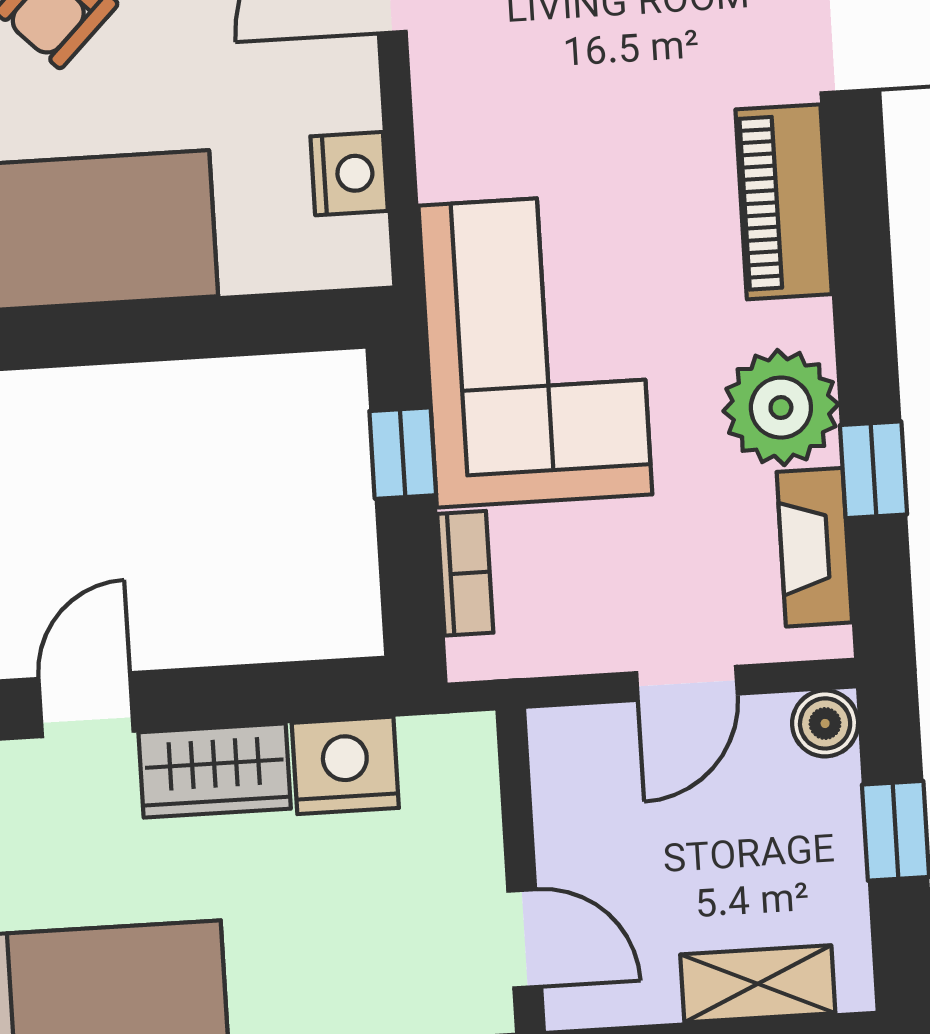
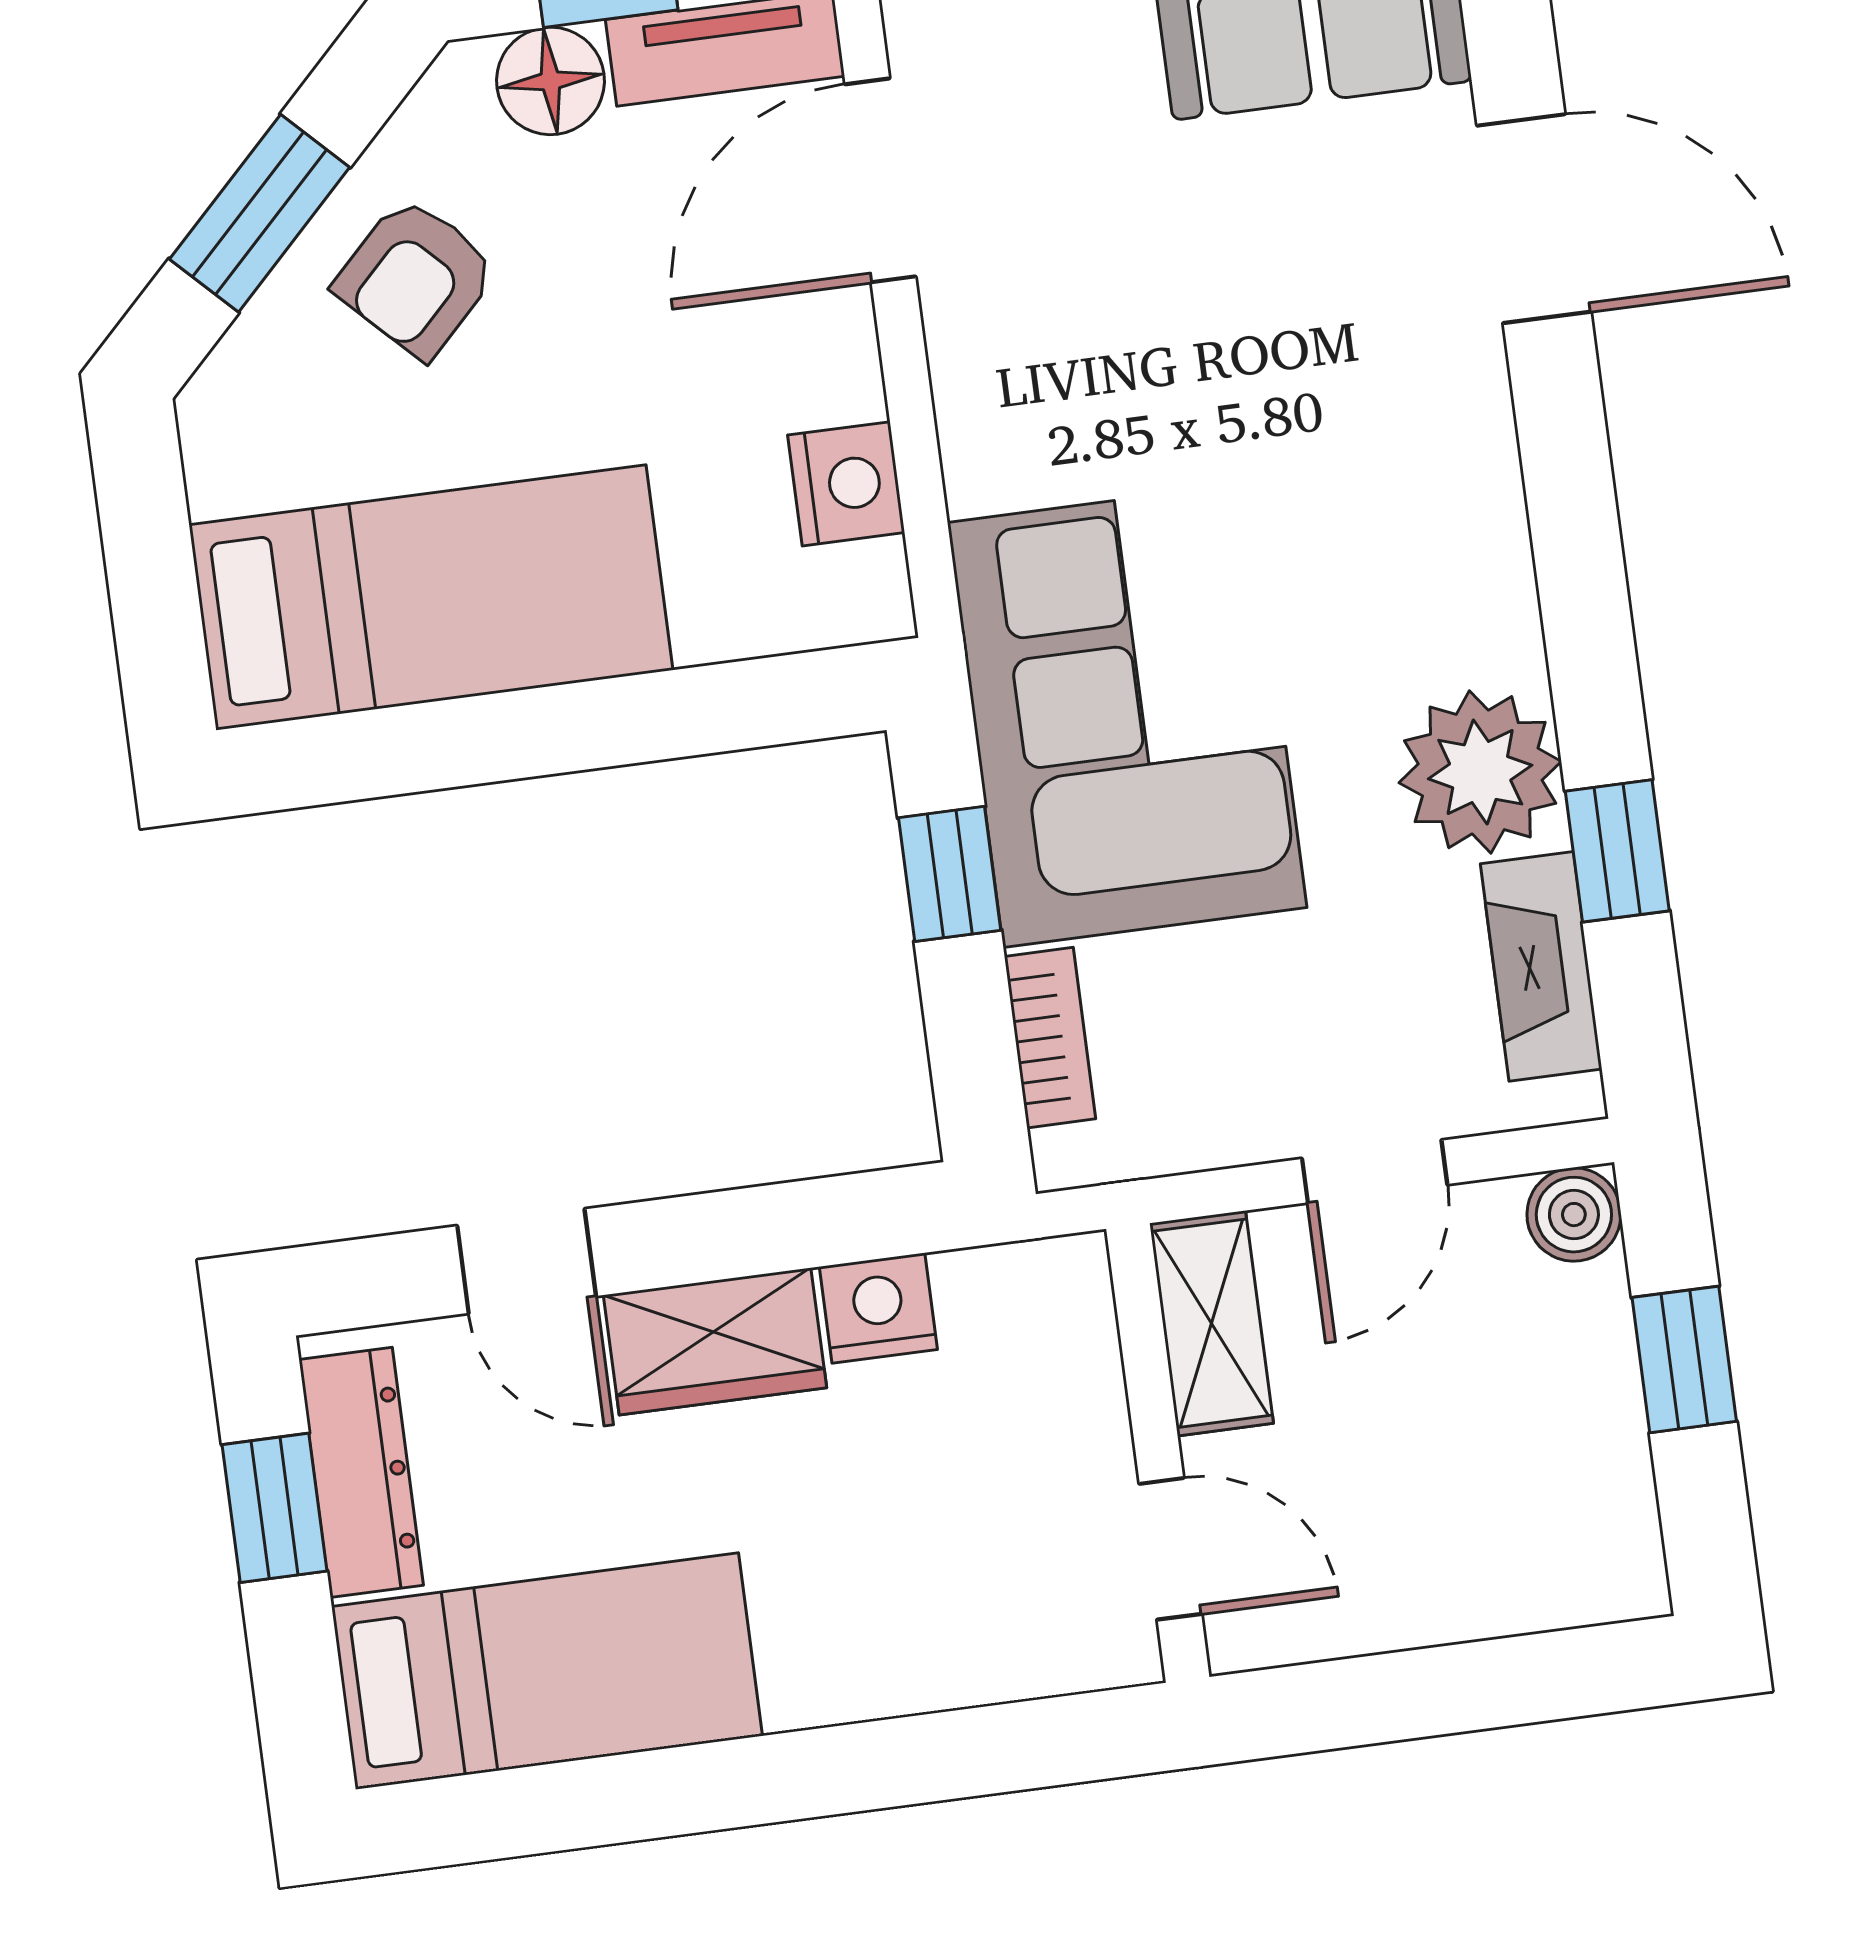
piano: (784, 202) -> (1464, 481), removed
door: (86, 705) -> (527, 1261), swing flipped
nightstand: (345, 765) -> (878, 1308), width x0.74, depth x0.75
shelving: (758, 984) -> (1211, 1323), moved, turned 90

